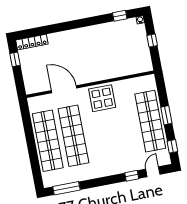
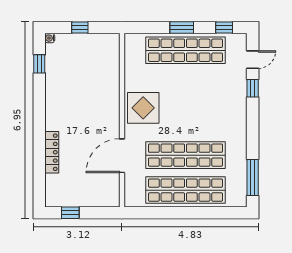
locker: (32, 42) -> (52, 152), moved
door: (153, 172) -> (253, 60), swing flipped

